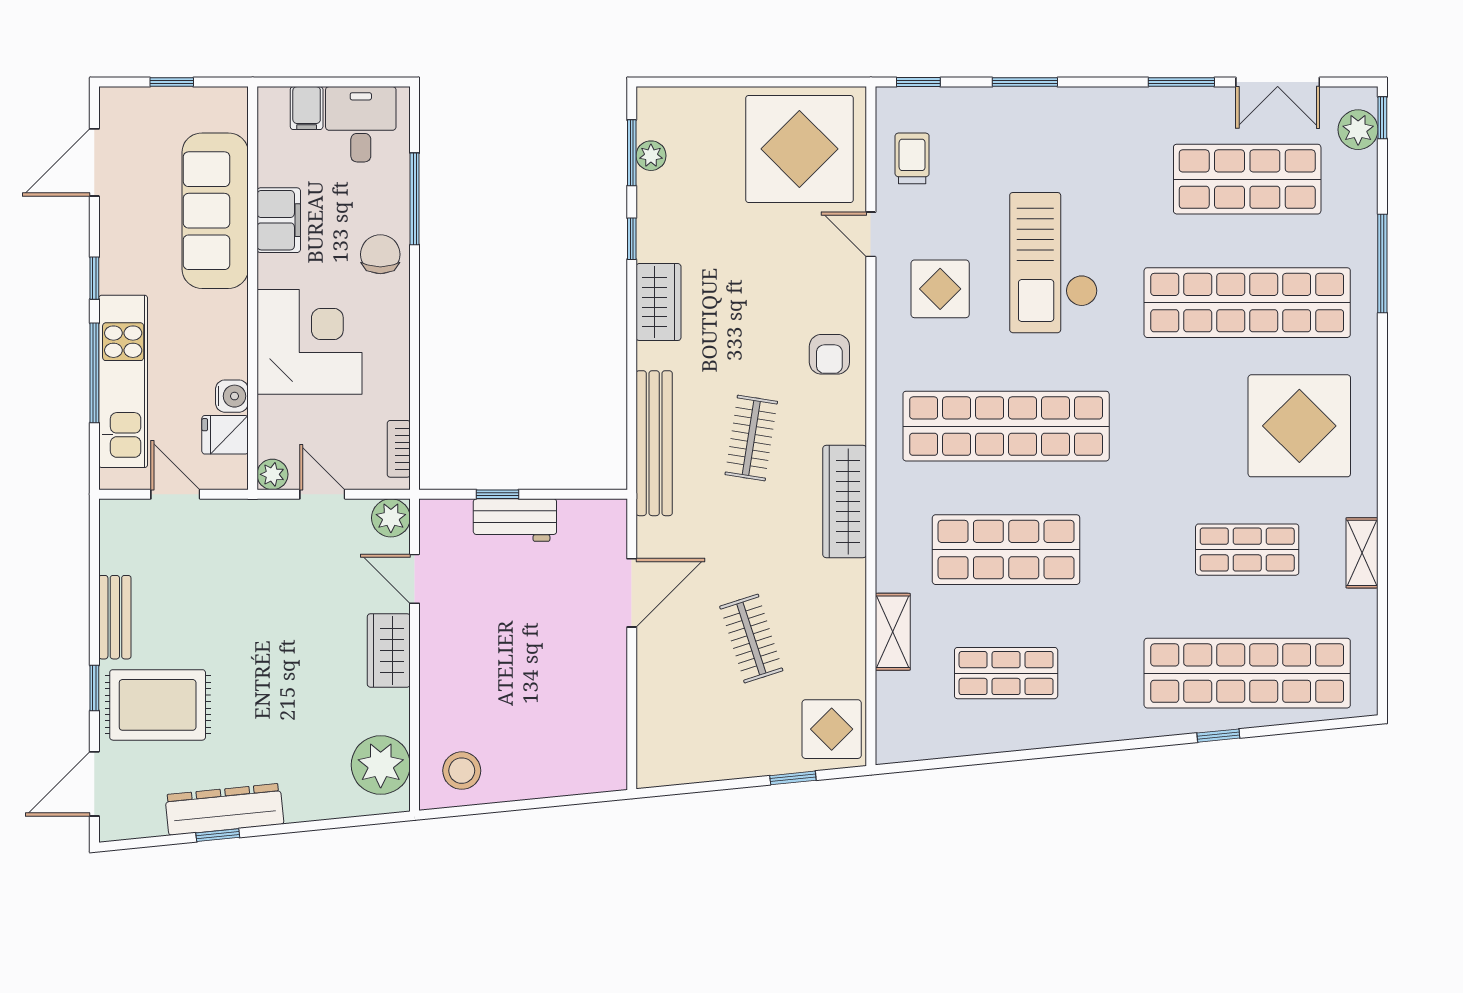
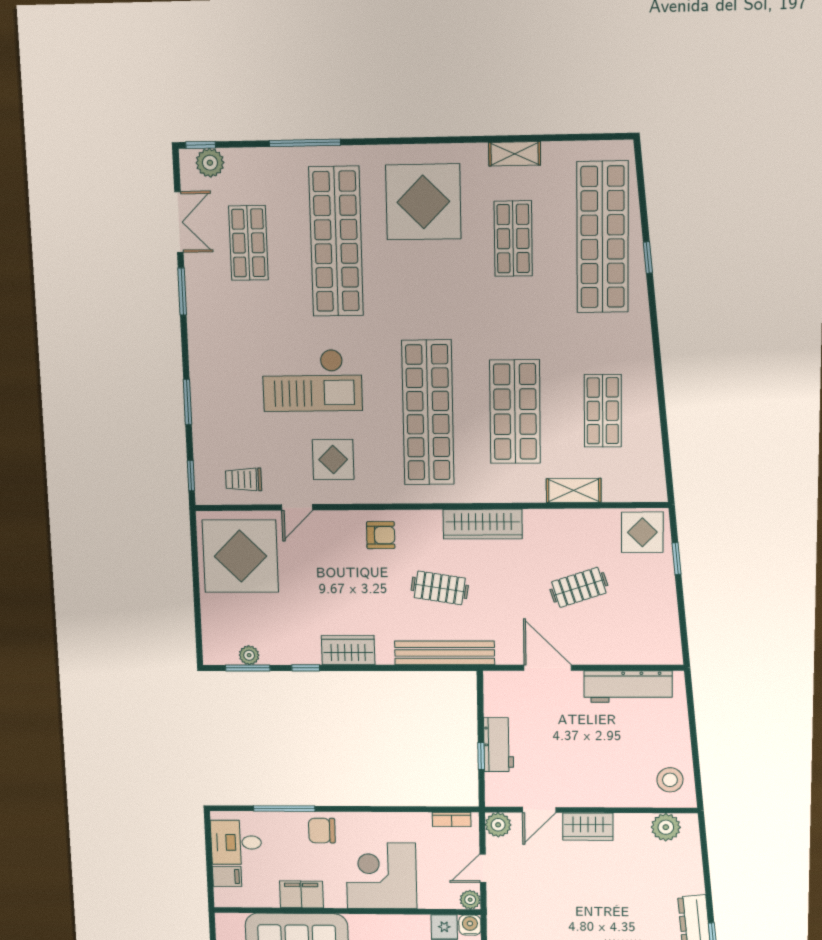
shop shelf: (1247, 179) -> (248, 243), width x0.70, depth x0.74
water cooler: (232, 396) -> (470, 925), moved
workbench: (603, 709) -> (628, 687), added
plant: (381, 765) -> (666, 827), width x0.73, depth x0.73

